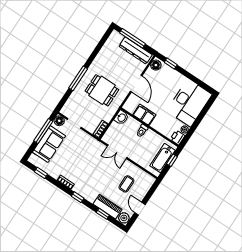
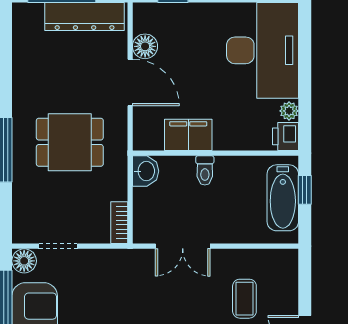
floor lamp: (156, 65) -> (145, 46), moved

